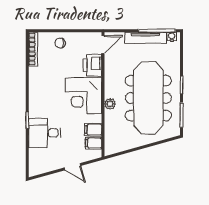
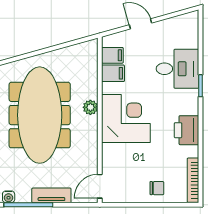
tv unit: (145, 38) -> (51, 195), width x0.71
printer: (93, 65) -> (187, 130), moved, turned 180

